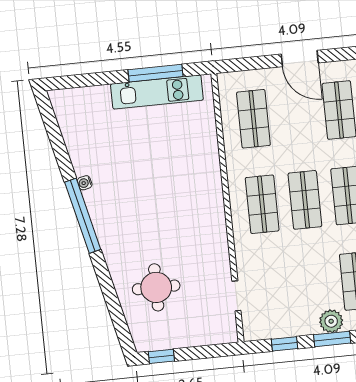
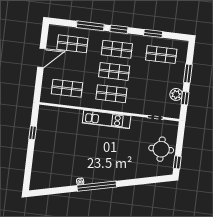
window: (156, 73) -> (33, 133), width x0.46
kitchen unit: (157, 92) -> (107, 119), moved, turned 90
round table: (156, 287) -> (161, 149), moved
plant: (331, 321) -> (176, 94), moved

